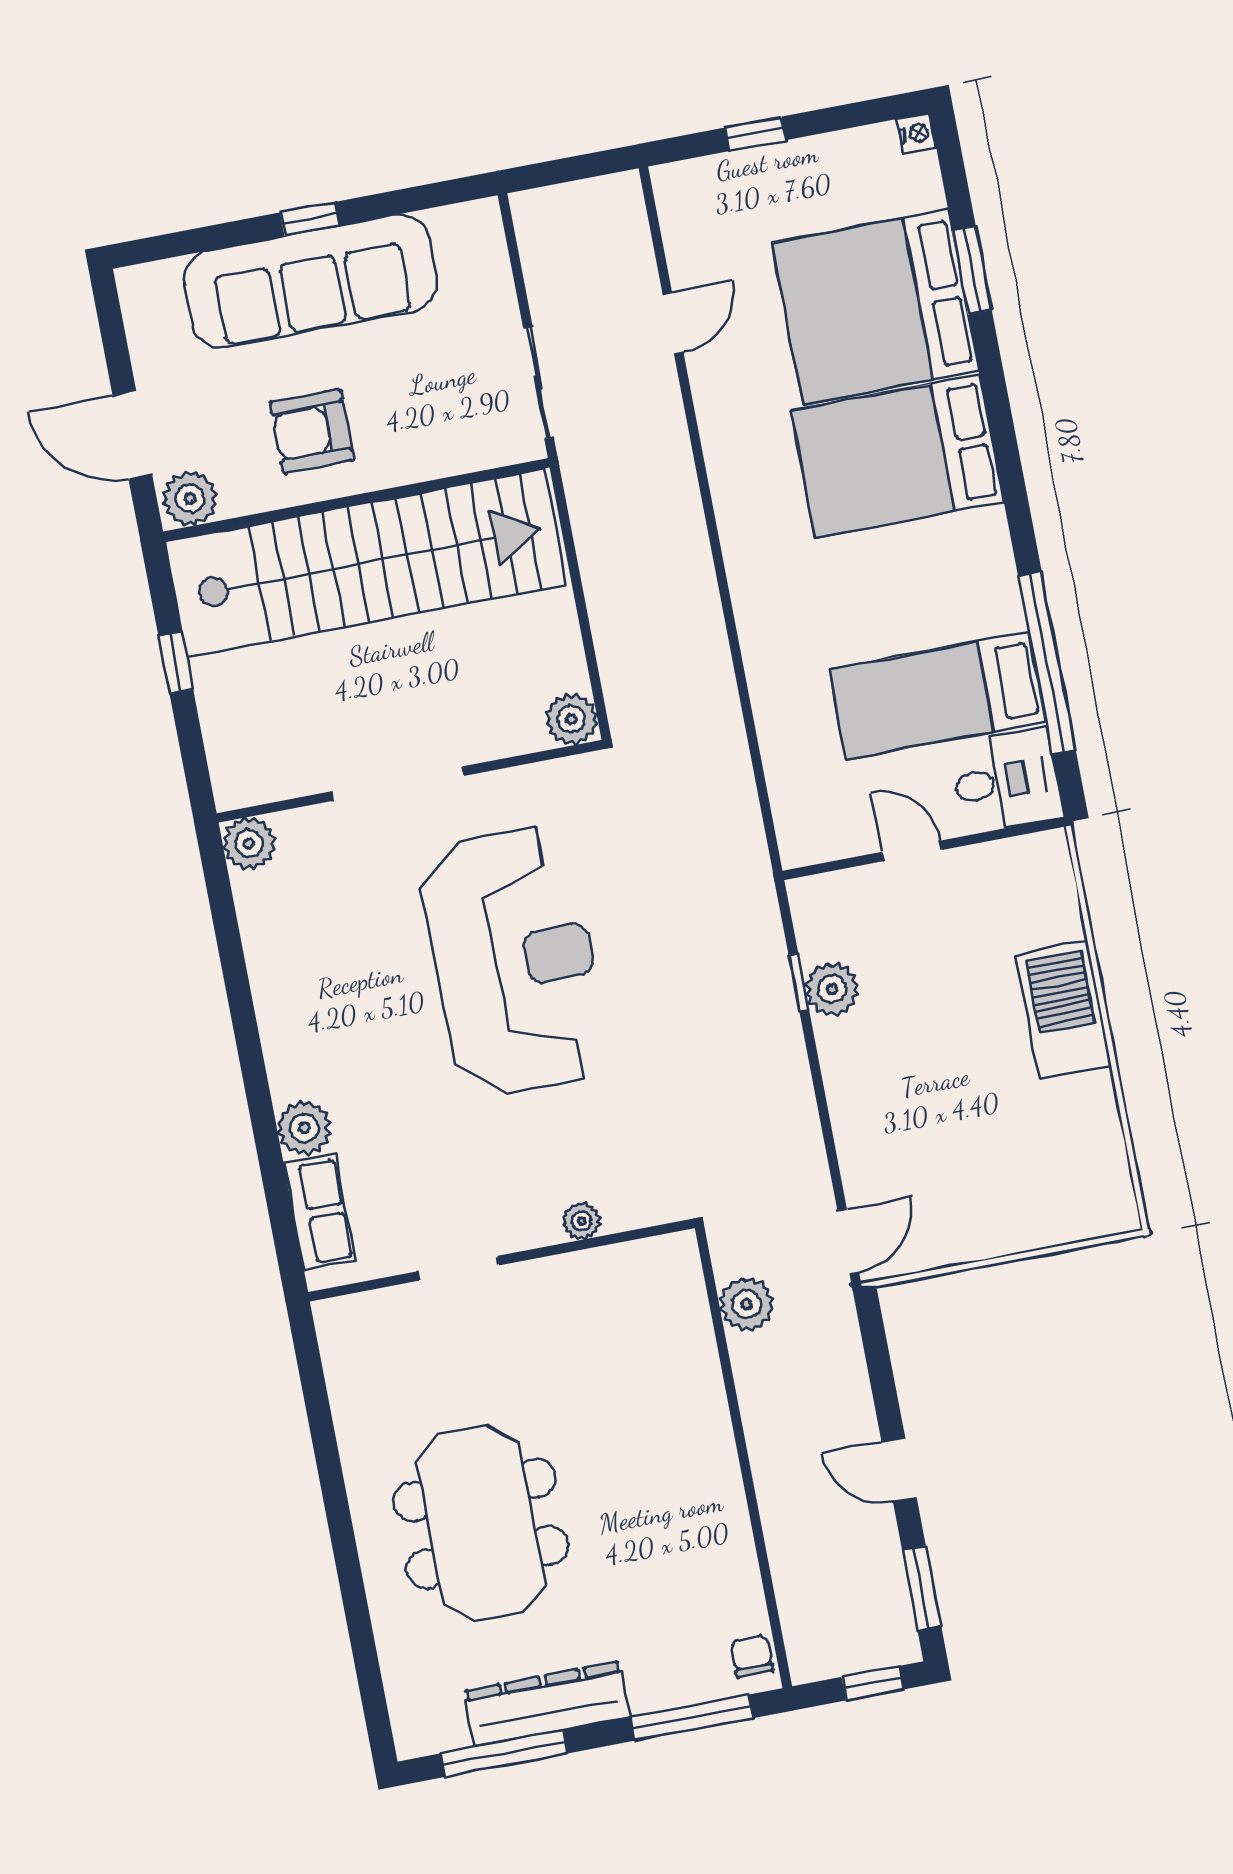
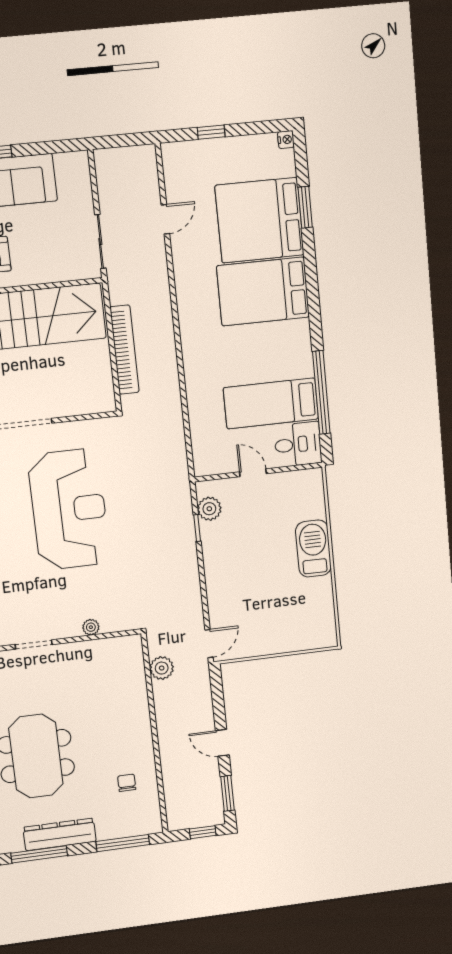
bookcase: (608, 606) -> (124, 350), added
plant: (571, 719) -> (104, 401), removed
plant: (832, 989) -> (209, 509), moved
chair: (752, 1656) -> (127, 783), moved

